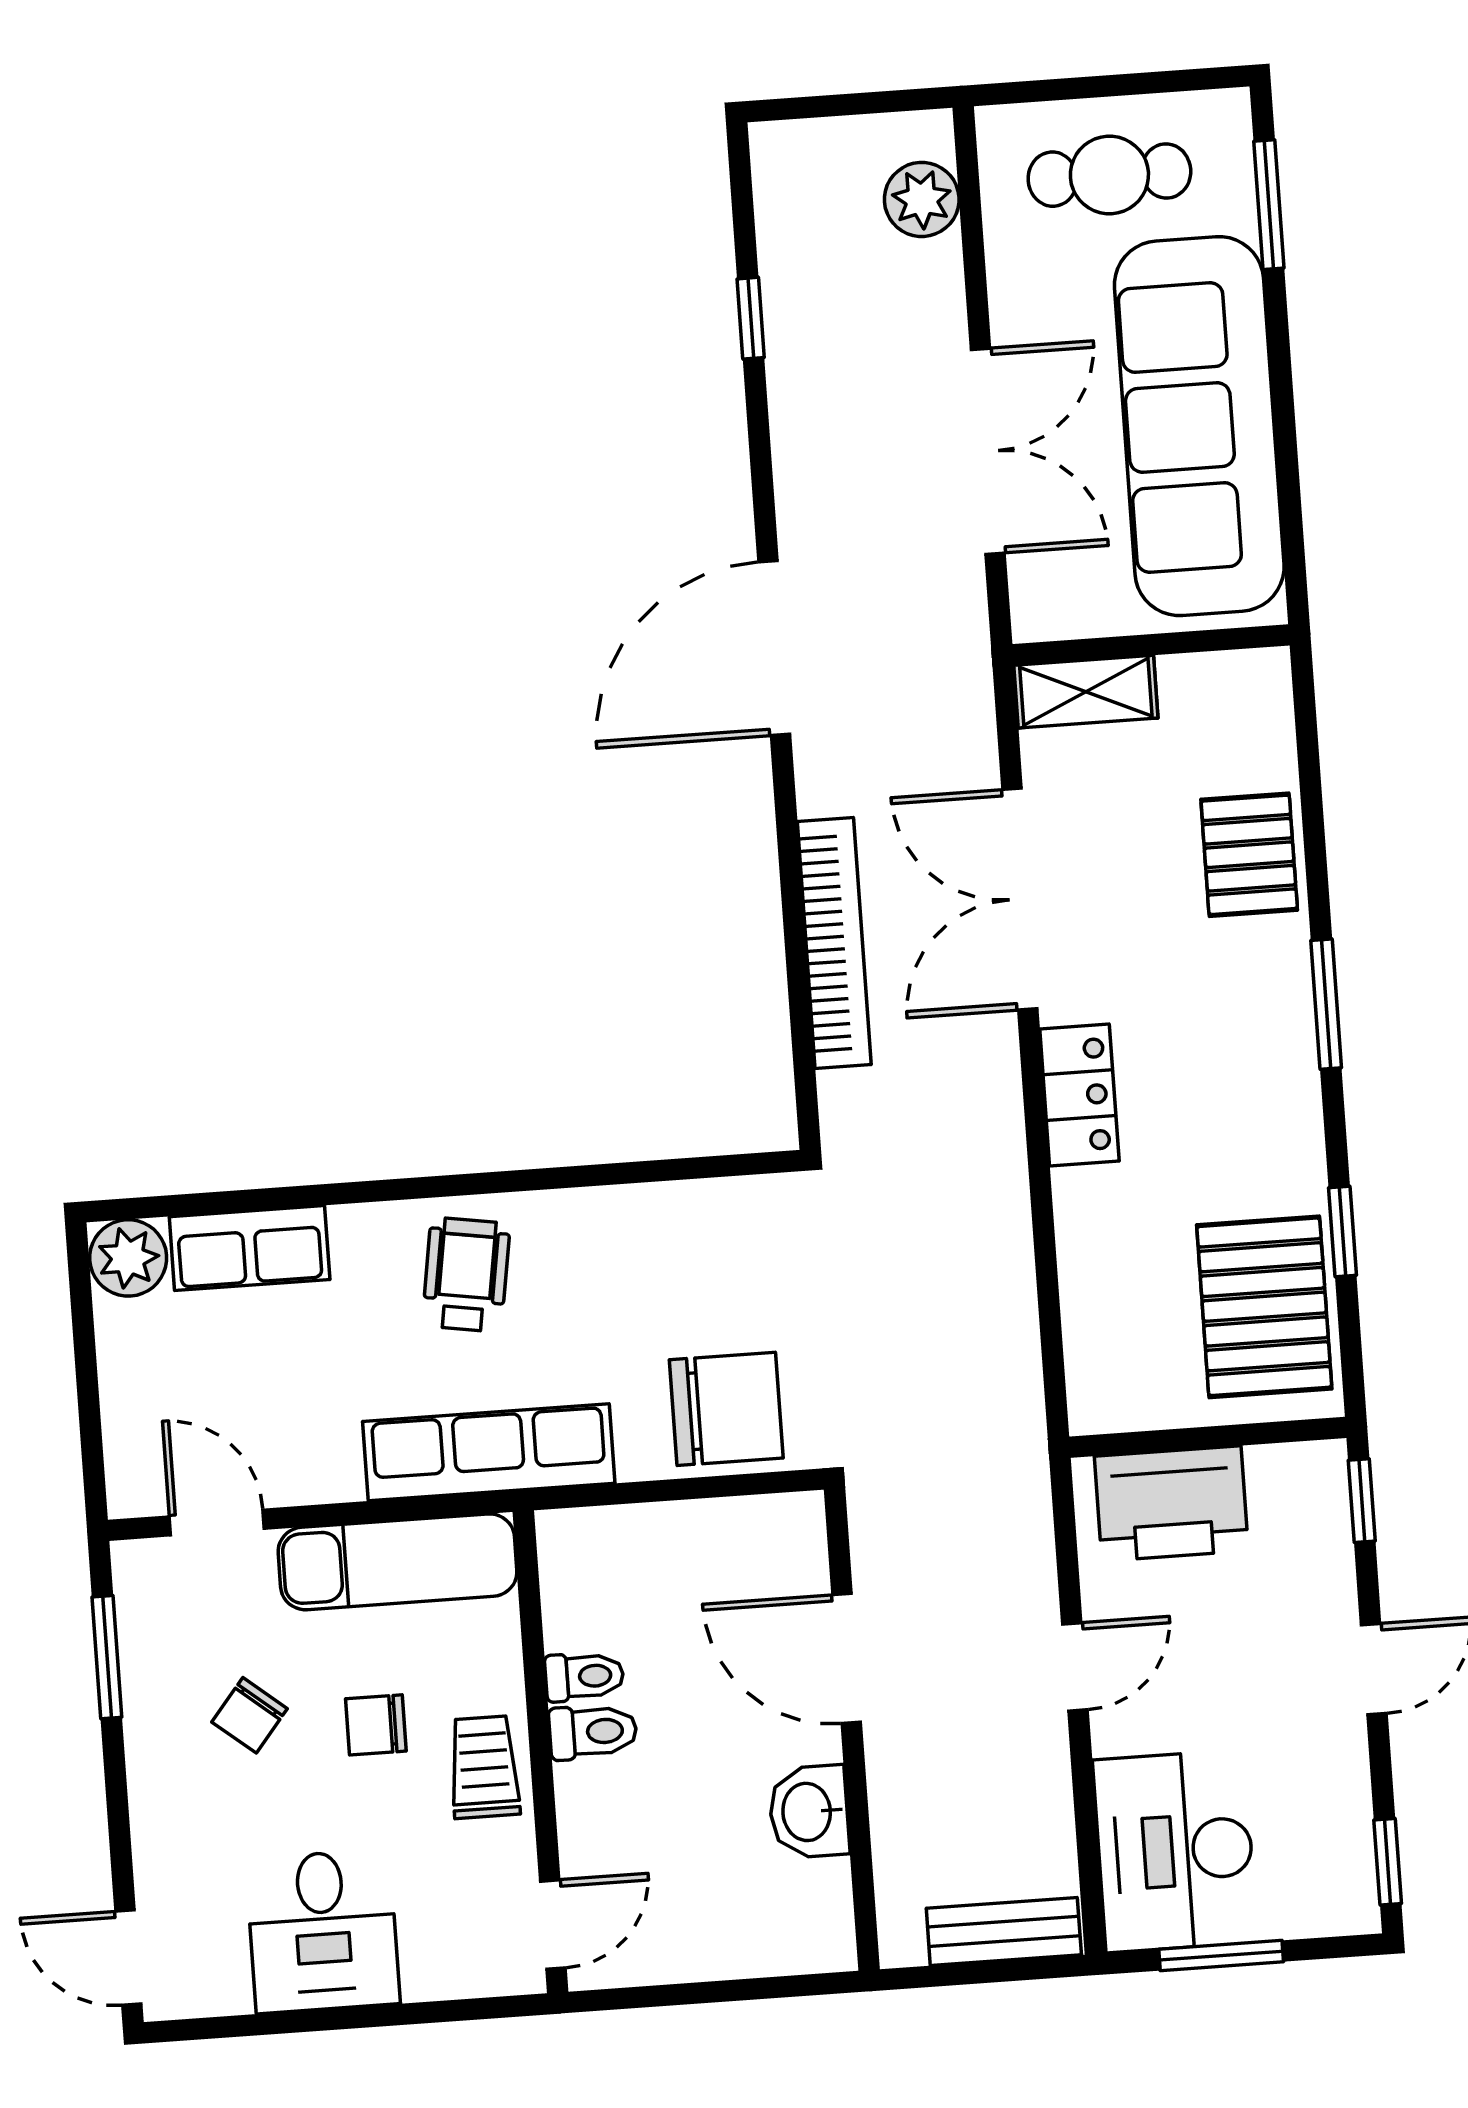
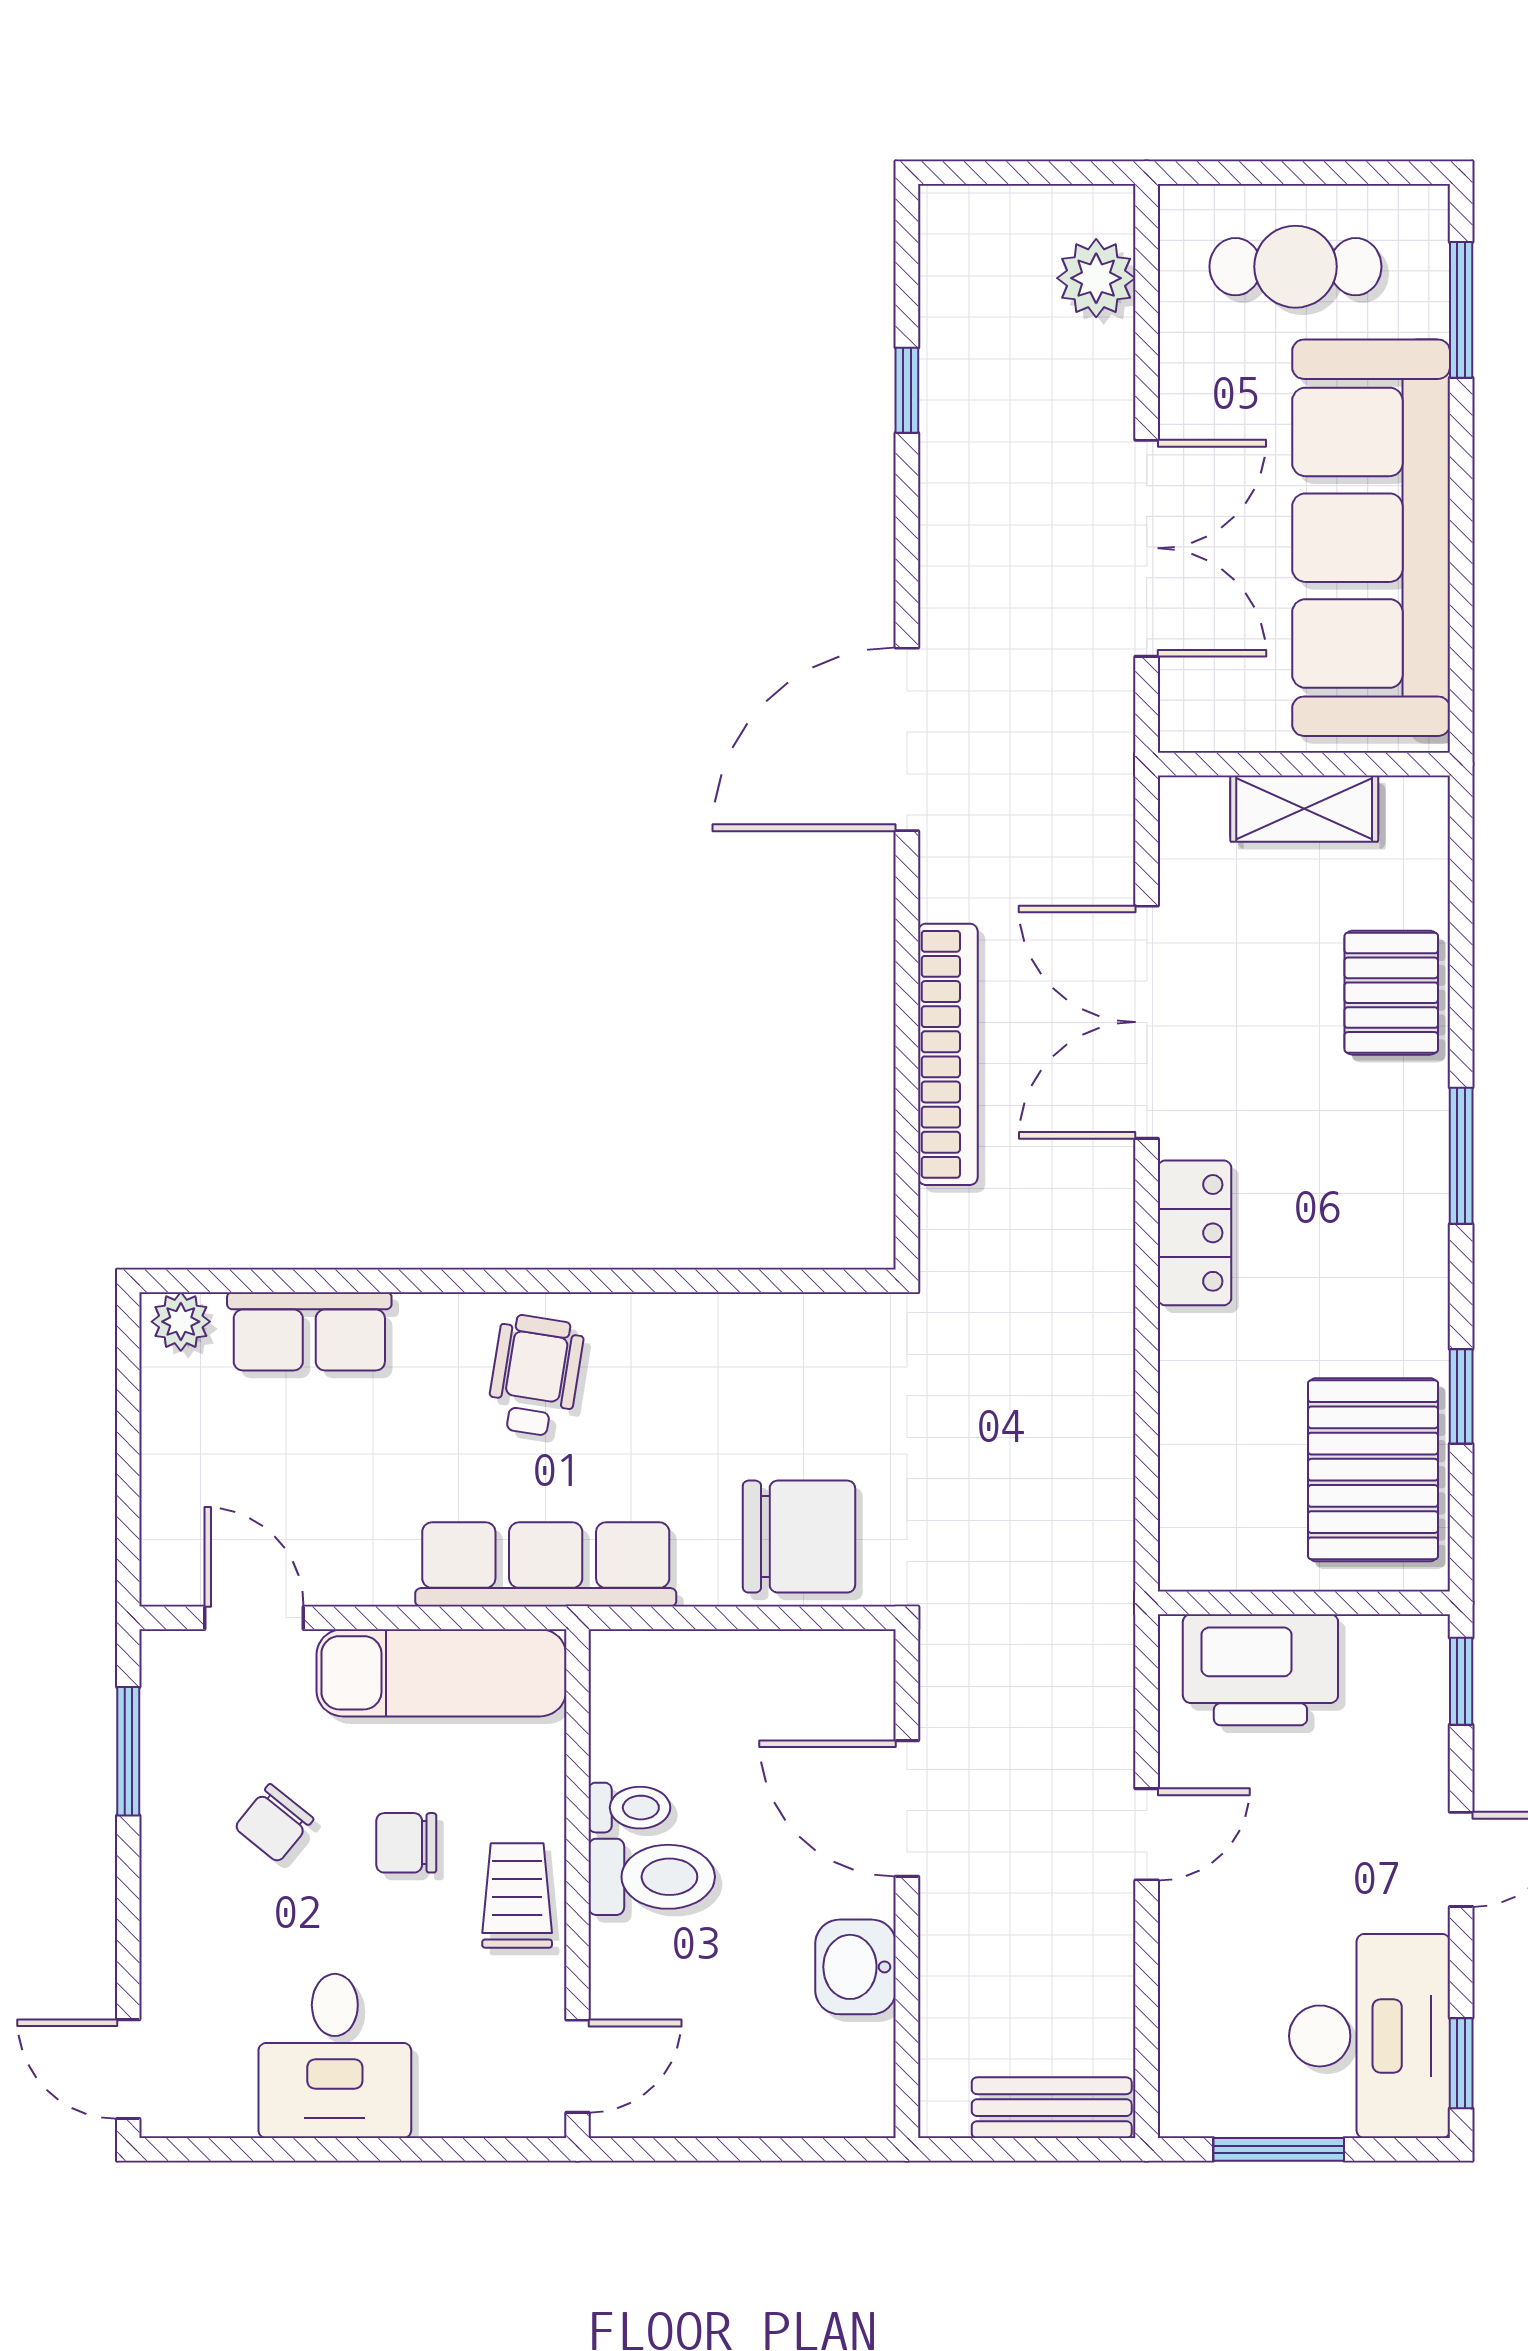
shelving: (1086, 692) -> (1304, 809), moved
plant: (128, 1258) -> (181, 1322), width x0.73, depth x0.73
toilet: (593, 1732) -> (652, 1877), width x1.37, depth x1.39
desk: (1175, 1851) -> (1370, 2036), moved, turned 180

